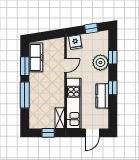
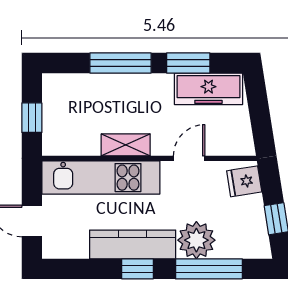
window: (113, 57) -> (209, 269), width x2.17
door: (66, 66) -> (189, 158), swing flipped
kitchen counter: (102, 96) -> (133, 244), width x1.50
shelving: (60, 118) -> (126, 145), moved

